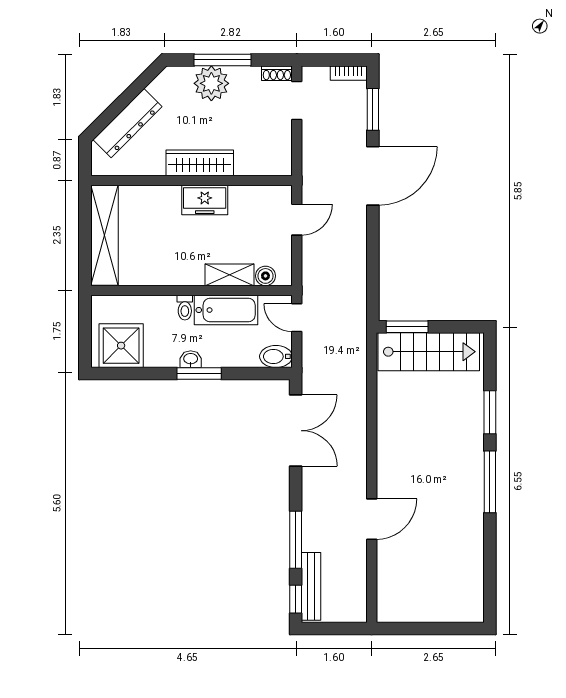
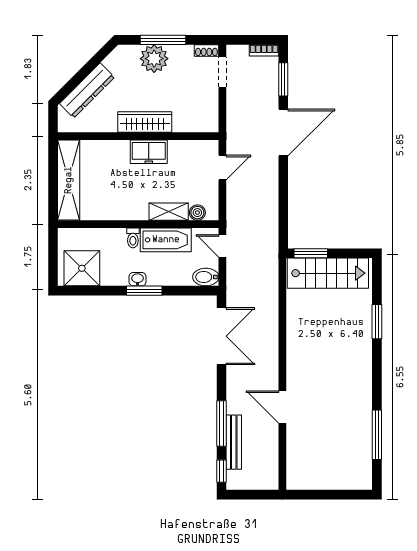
window: (490, 482) -> (377, 435), moved
door: (372, 519) -> (282, 407), swing flipped
bench: (311, 586) -> (234, 442), moved

